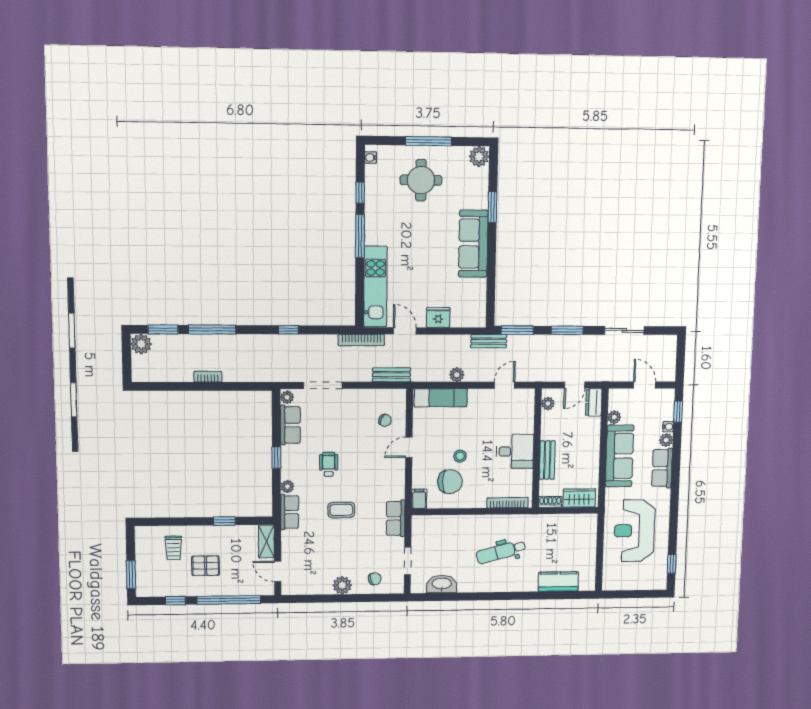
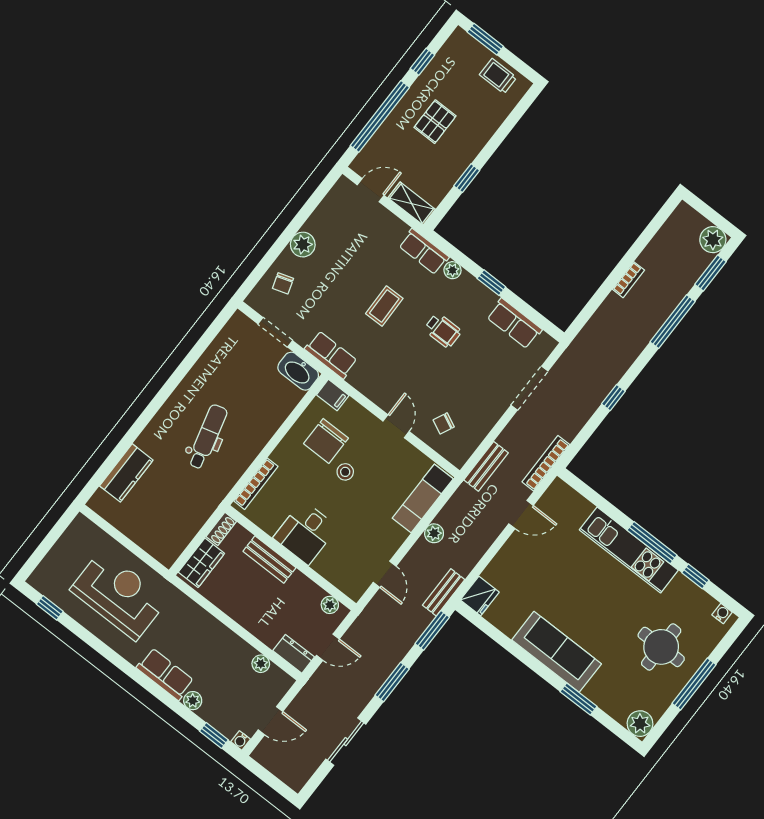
kitchen unit: (375, 287) -> (629, 550), moved
fridge: (438, 317) -> (480, 596), moved
door: (575, 385) -> (328, 647), swing flipped
plant: (287, 397) -> (546, 342), removed
water cooler: (668, 427) -> (241, 740), moved
sofa: (620, 456) -> (214, 639), removed
trolley: (173, 548) -> (498, 76), moved
washbasin: (442, 584) -> (298, 371), moved, turned 90

